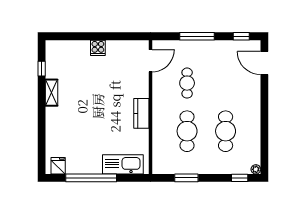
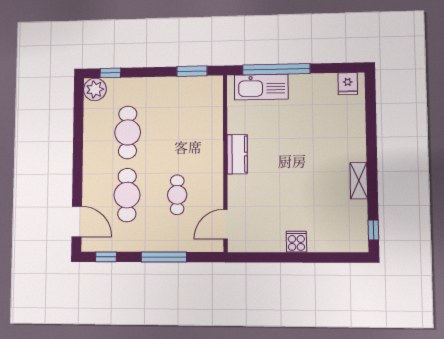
window: (42, 69) -> (373, 230), moved
cafe table: (187, 131) -> (127, 195), moved
plant: (256, 169) -> (95, 89), width x1.87, depth x1.87
window: (91, 178) -> (276, 69), moved
window: (186, 178) -> (192, 71), moved

